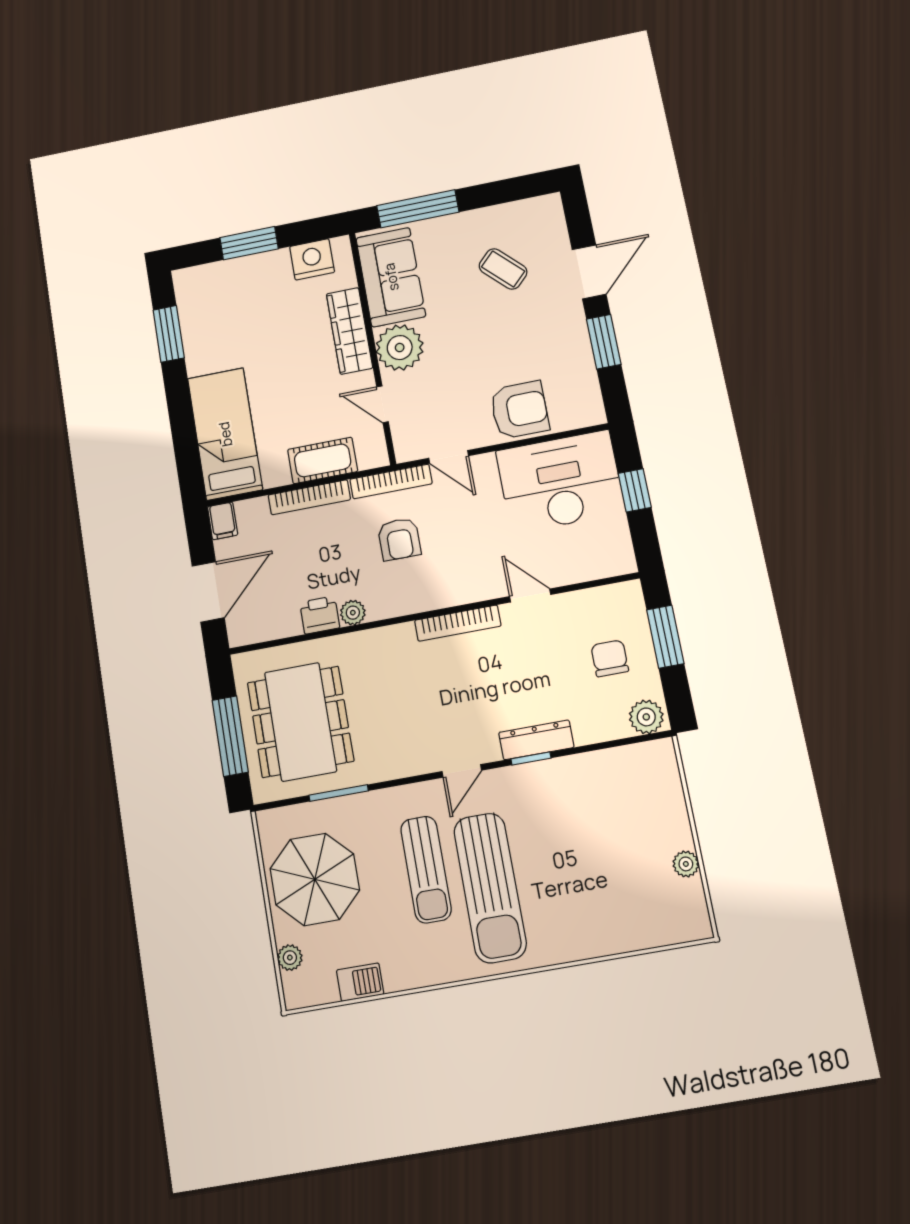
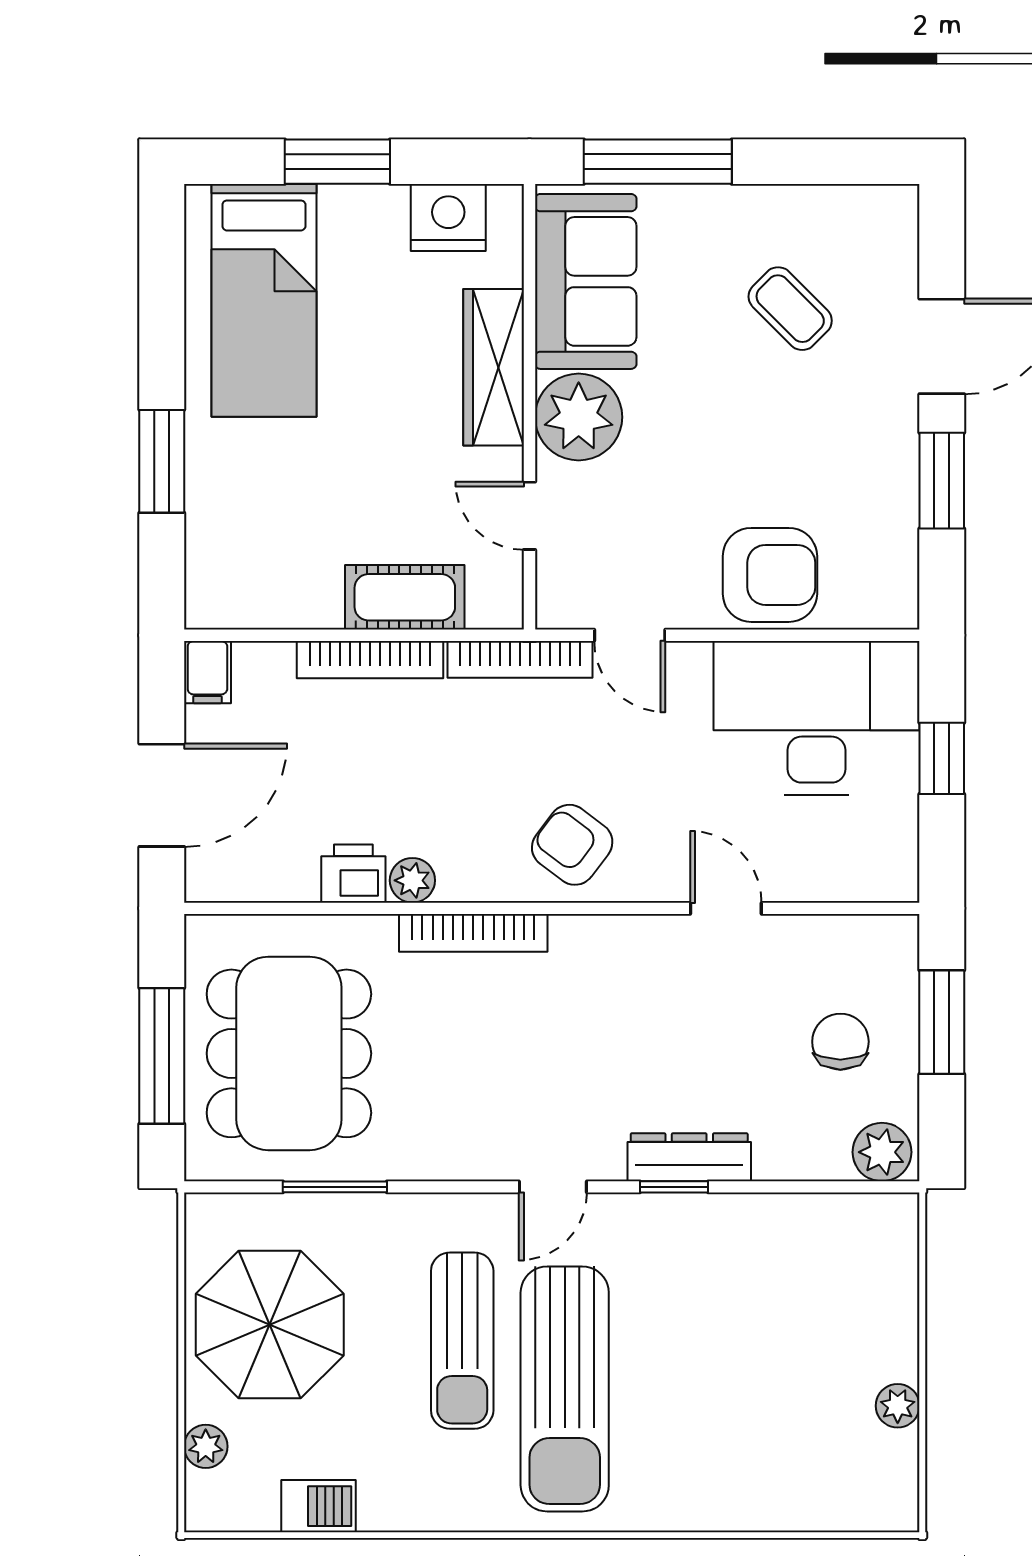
window: (169, 334) -> (162, 461), moved
bed: (225, 434) -> (264, 300), moved, turned 180
armchair: (399, 539) -> (572, 845), moved, turned 127
bookcase: (458, 623) -> (473, 933), moved

